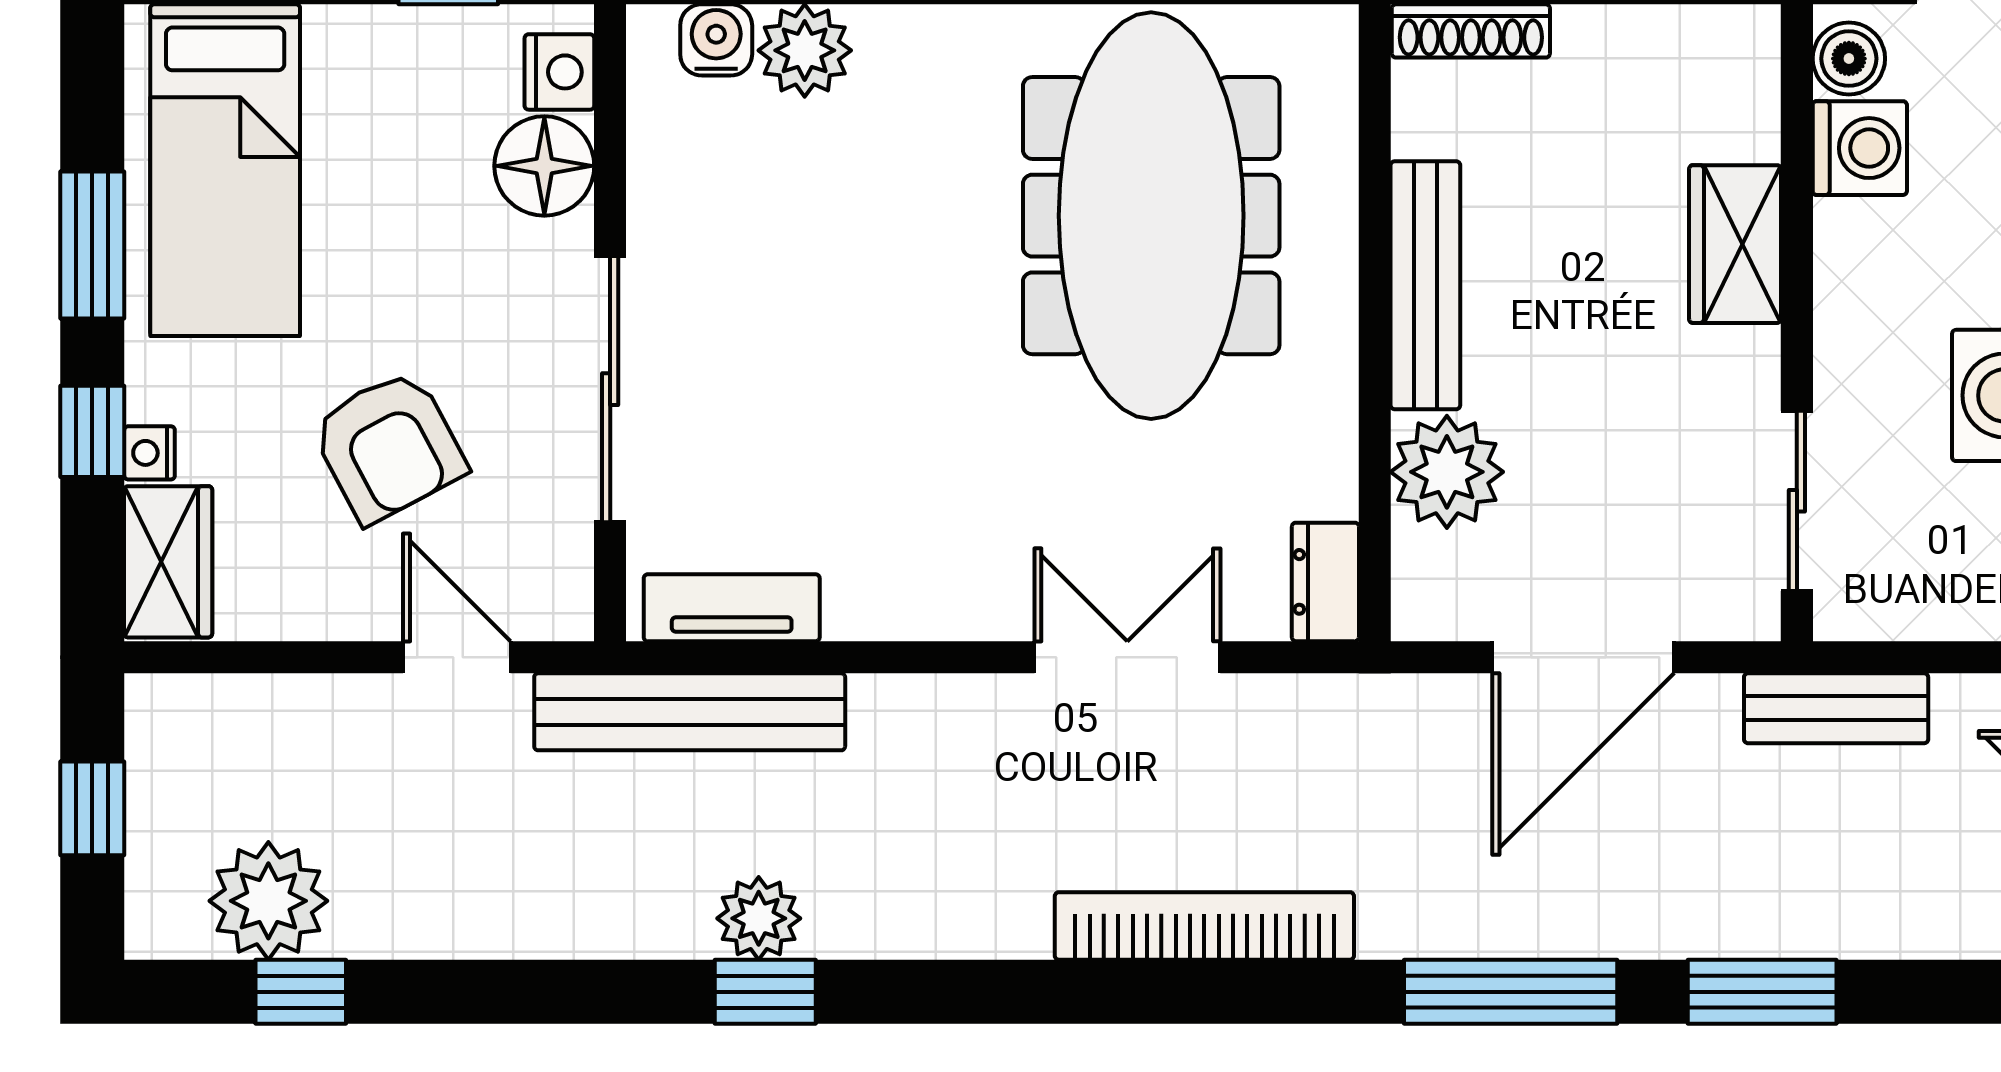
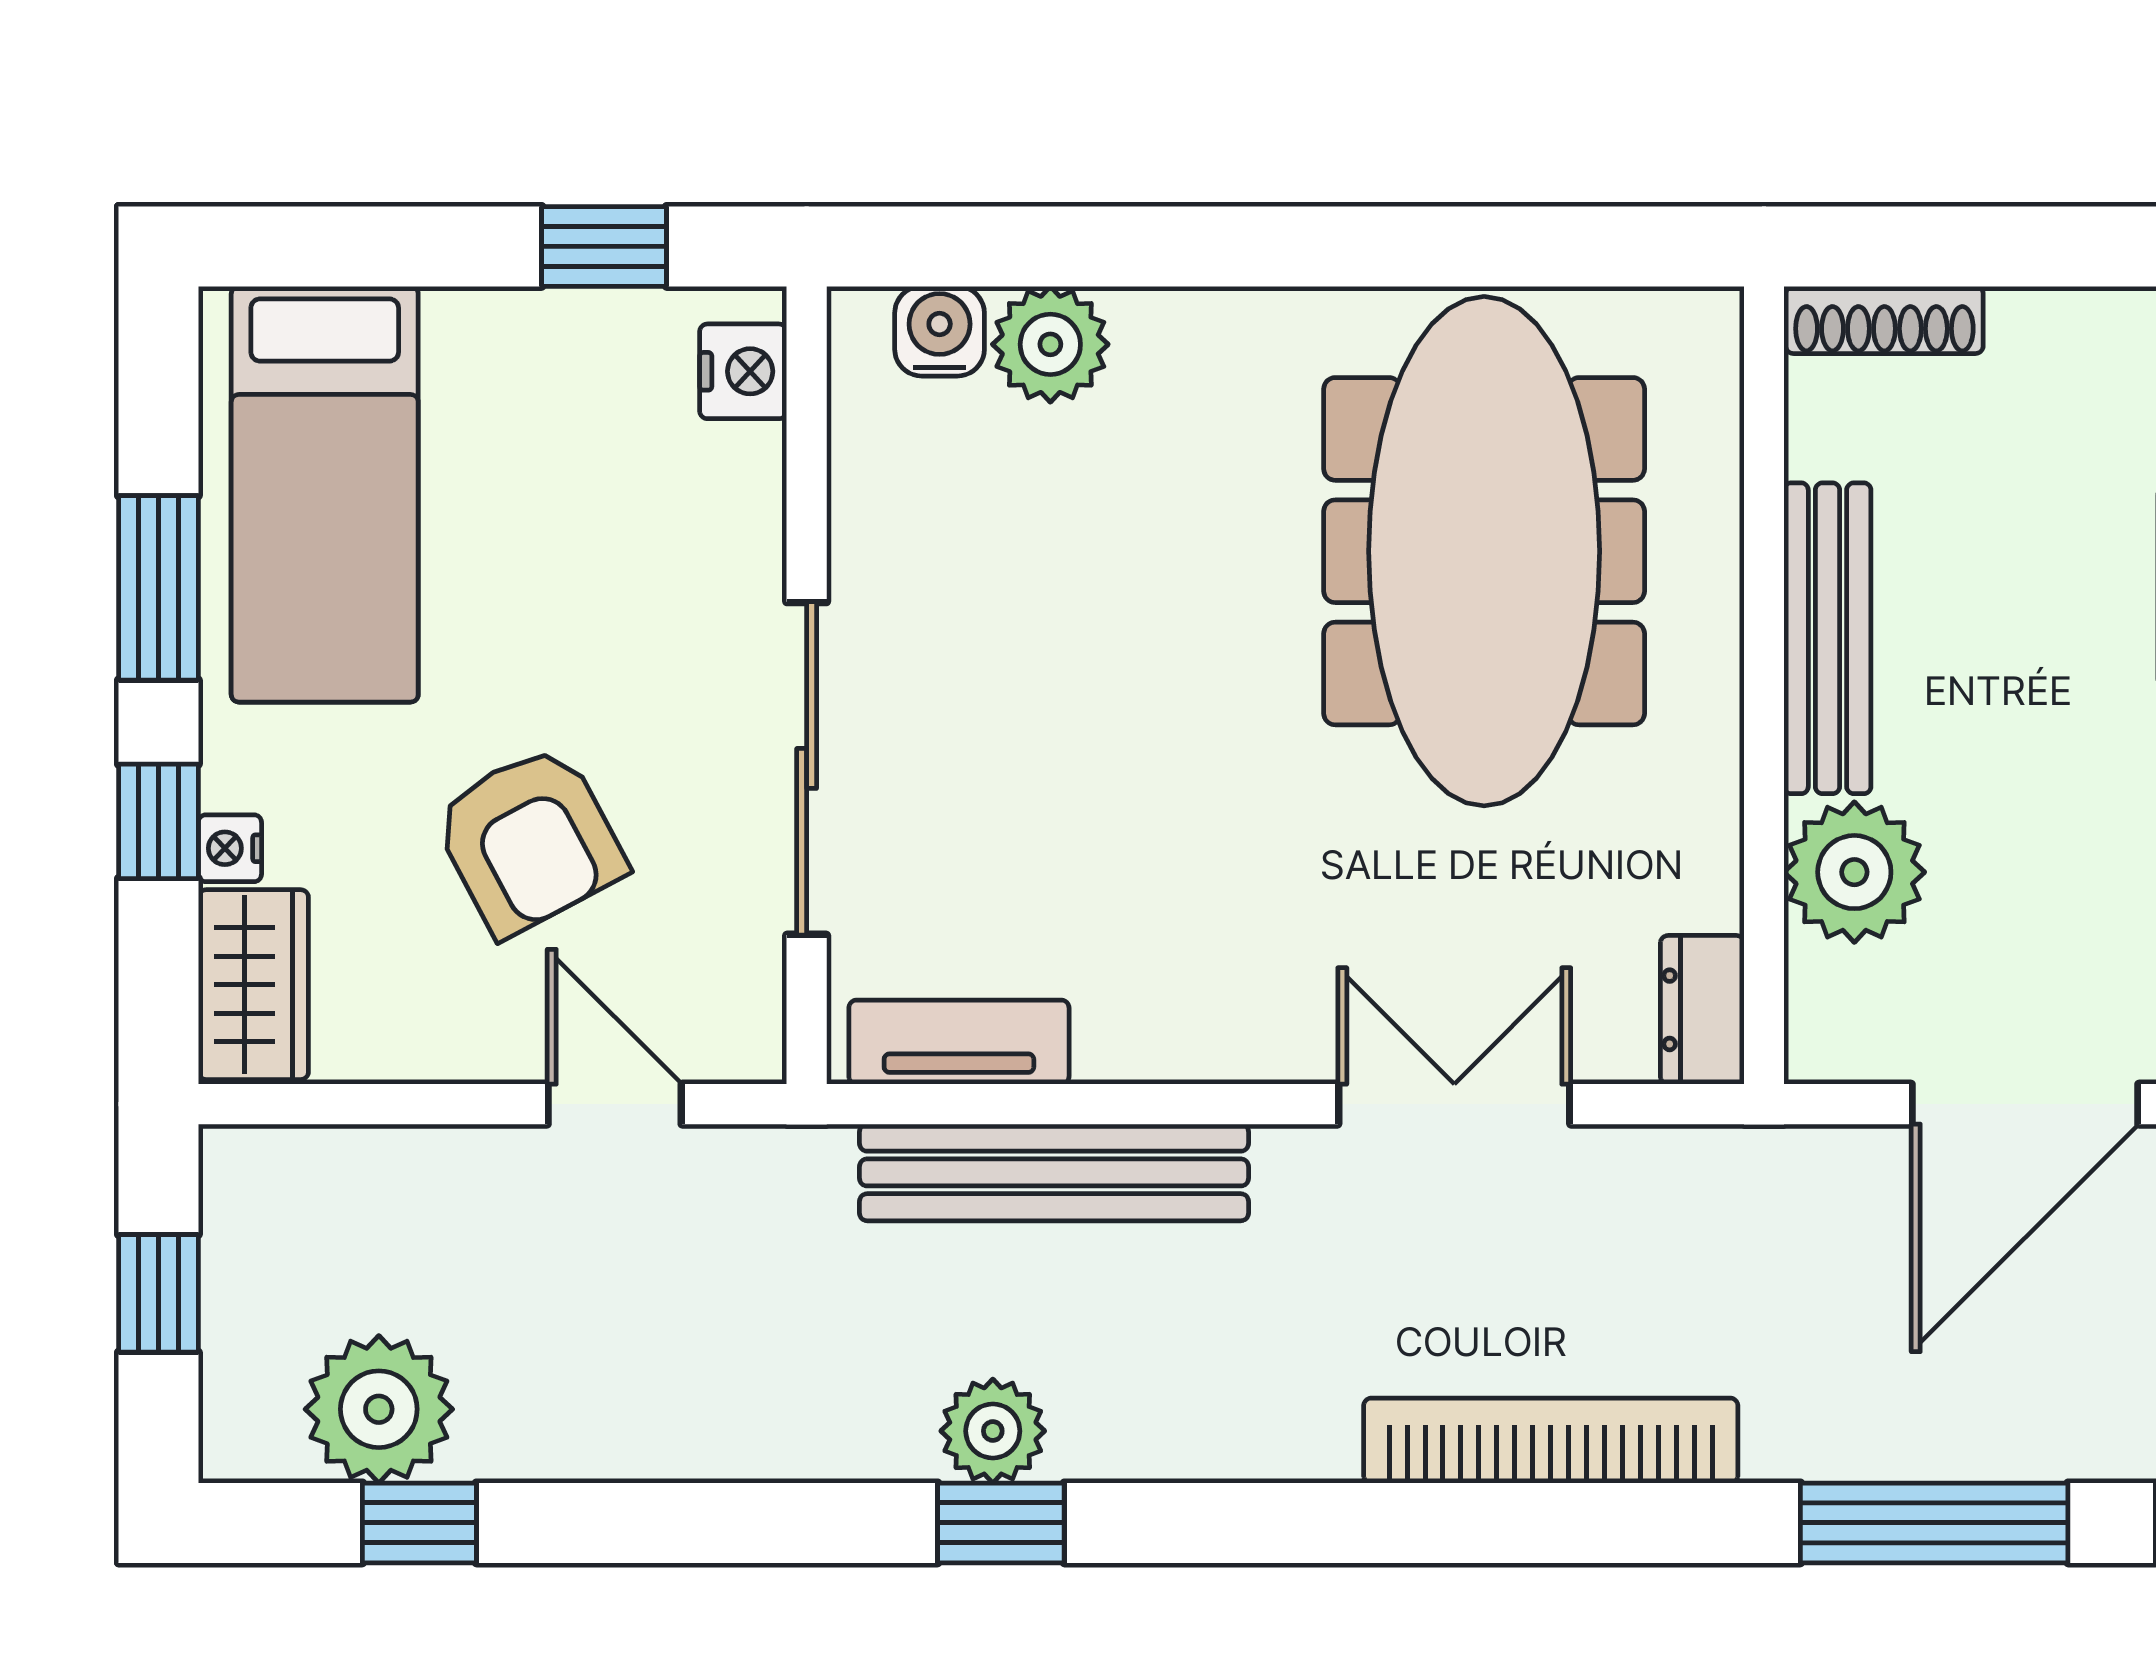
floor lamp: (544, 166) -> (724, 489), removed
bench: (690, 712) -> (1054, 1172), moved

